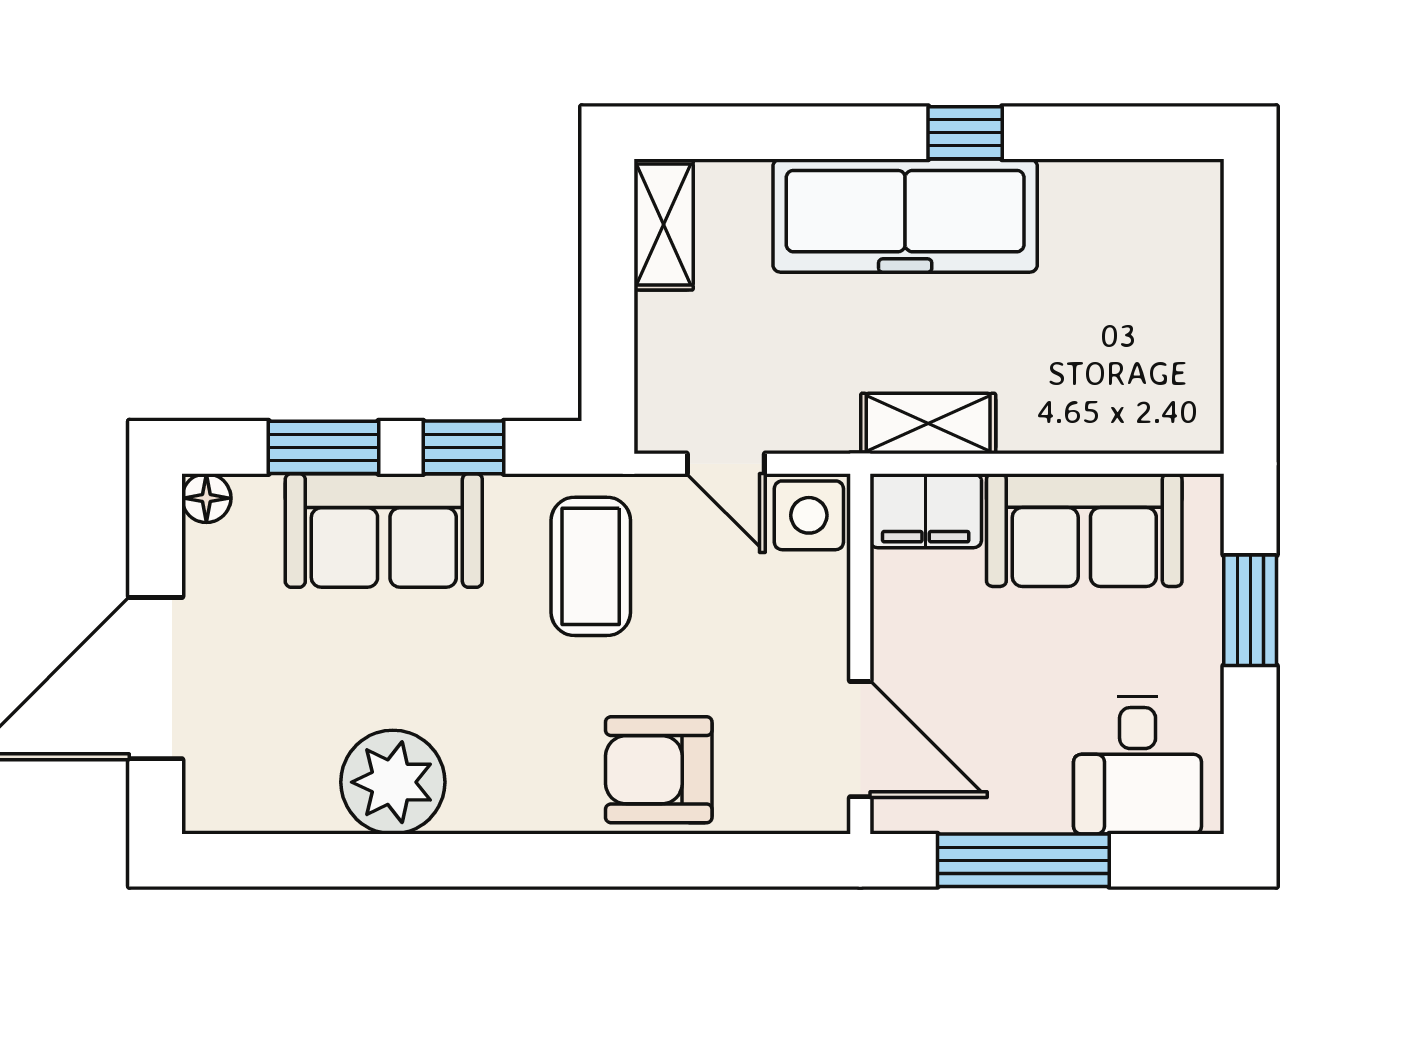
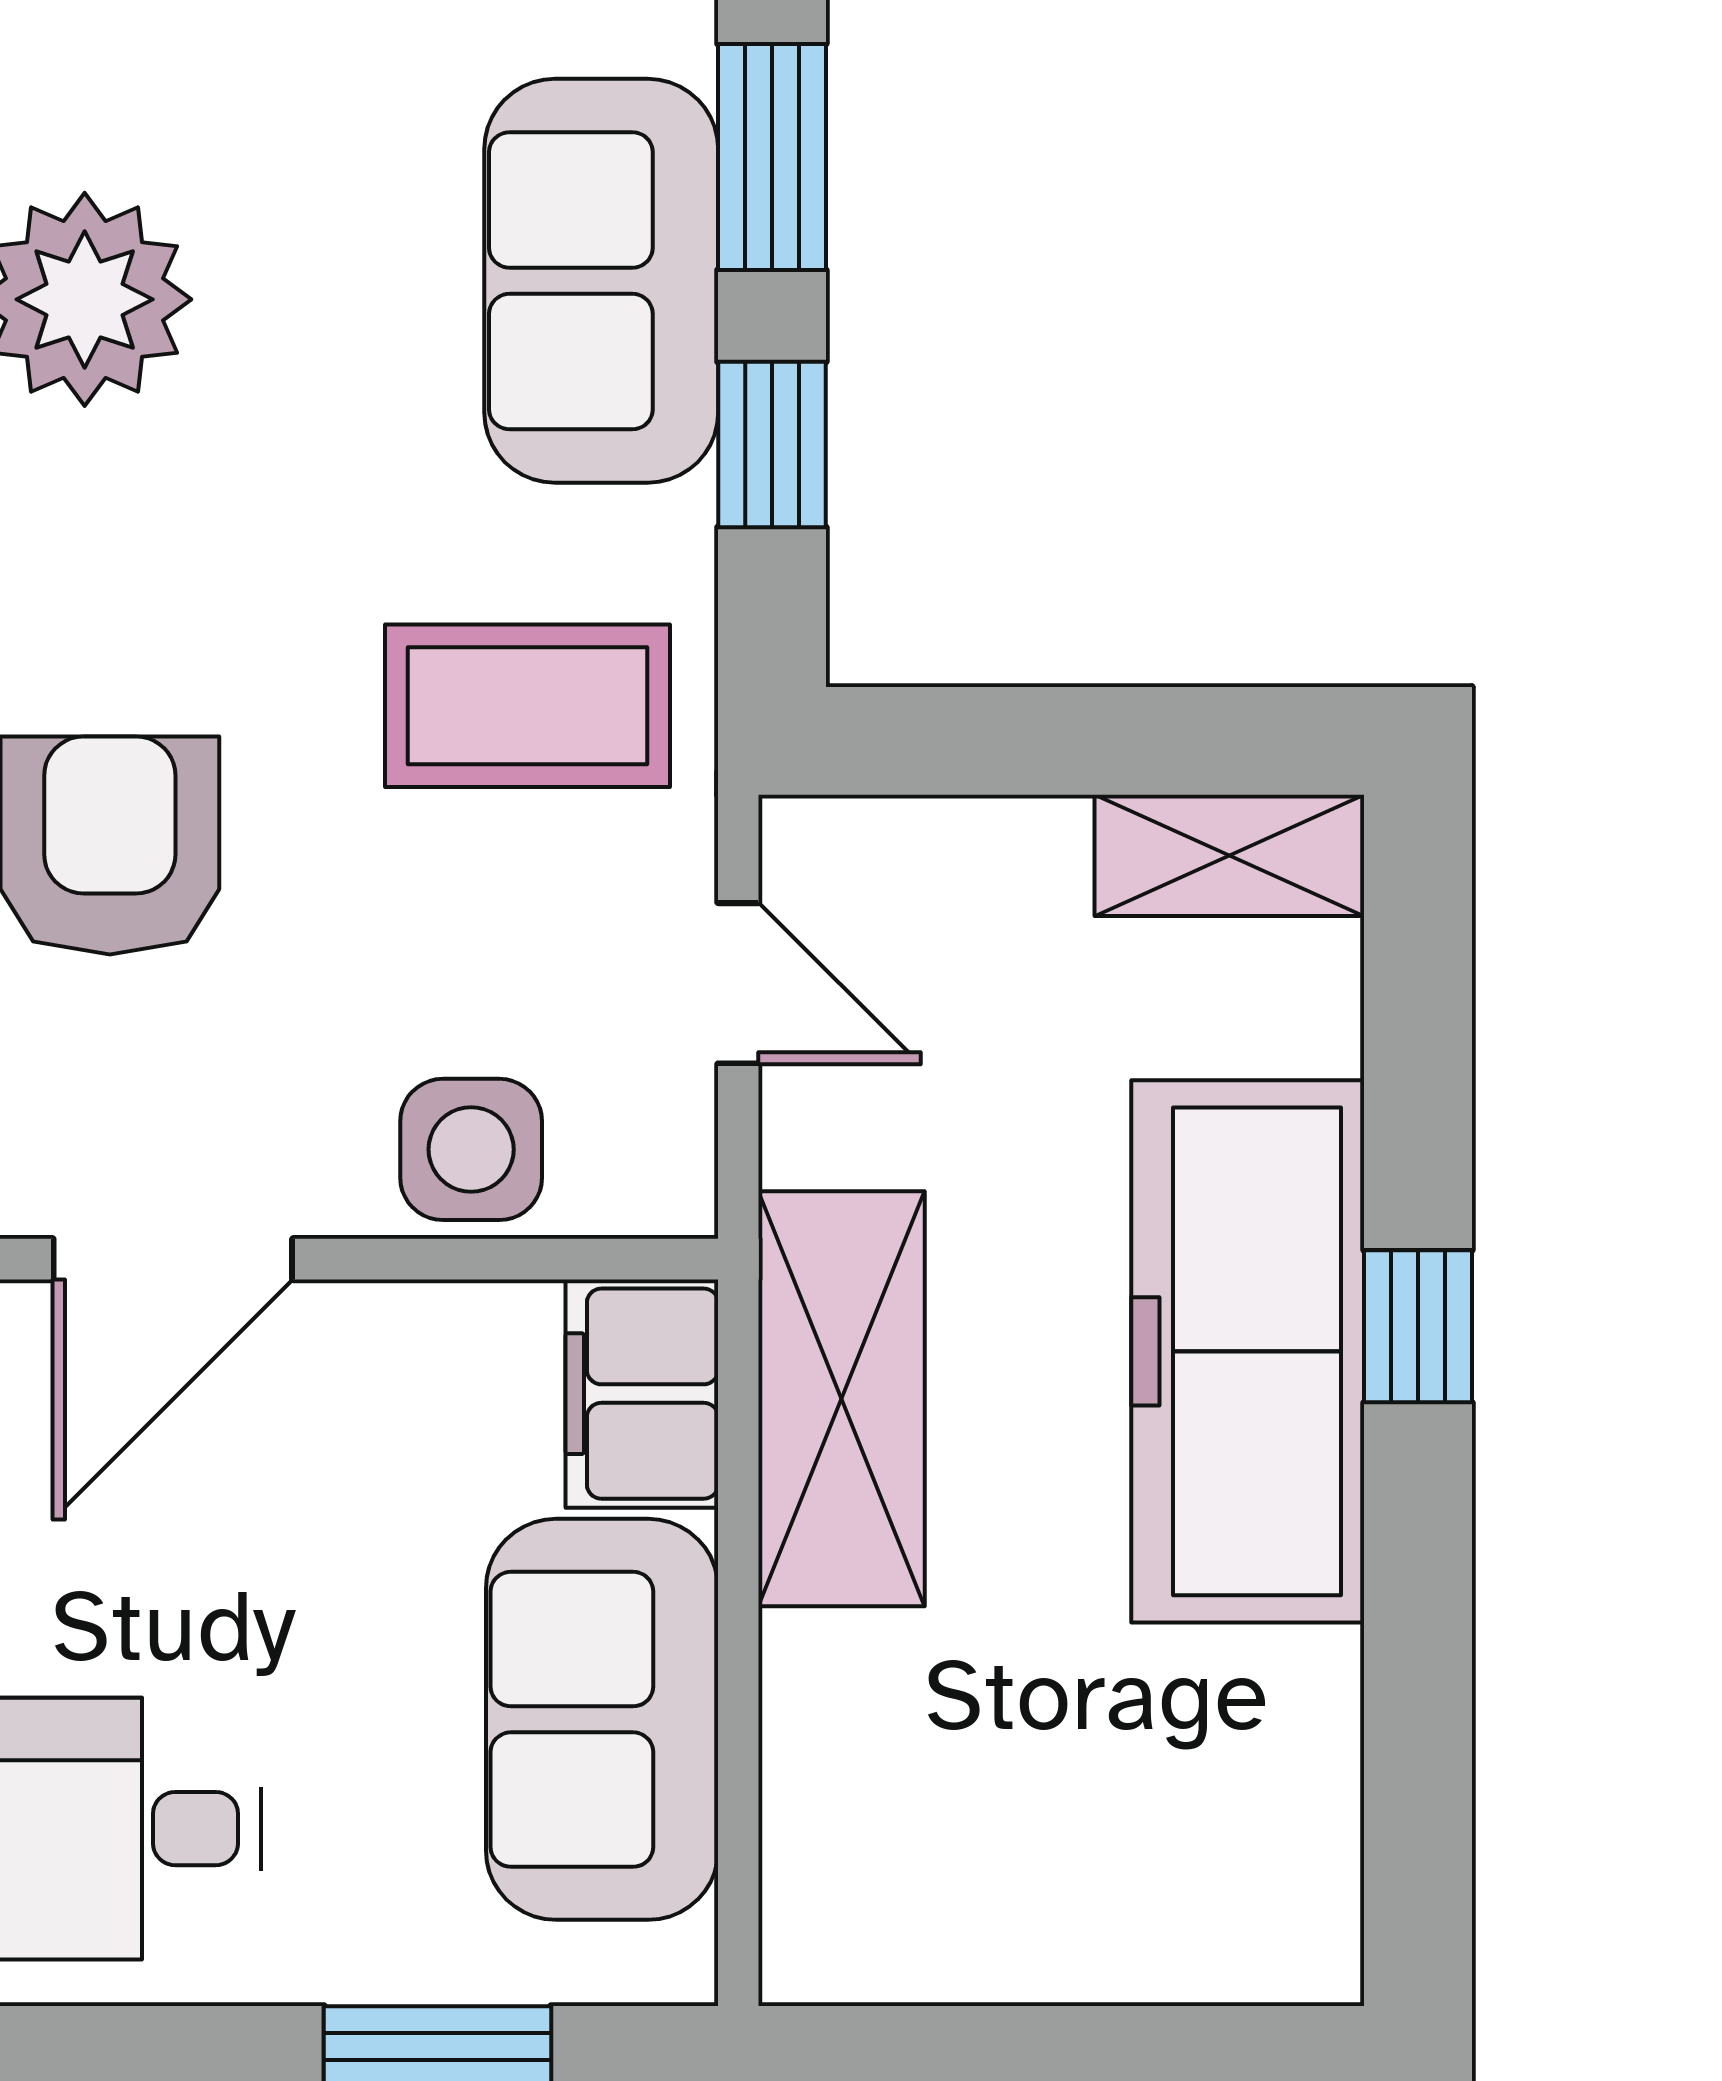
window: (965, 133) -> (1418, 1326), moved
shelving: (928, 424) -> (842, 1399), width x1.50, depth x1.33
door: (726, 464) -> (738, 983), swing flipped
side table: (809, 515) -> (471, 1149), moved

